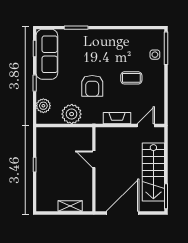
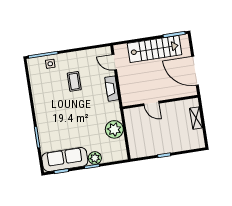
armchair: (92, 86) -> (87, 115), removed
plant: (43, 106) -> (95, 158), moved
door: (94, 159) -> (151, 103), hinge flipped

